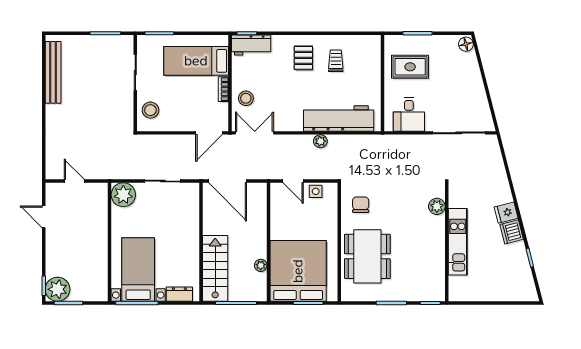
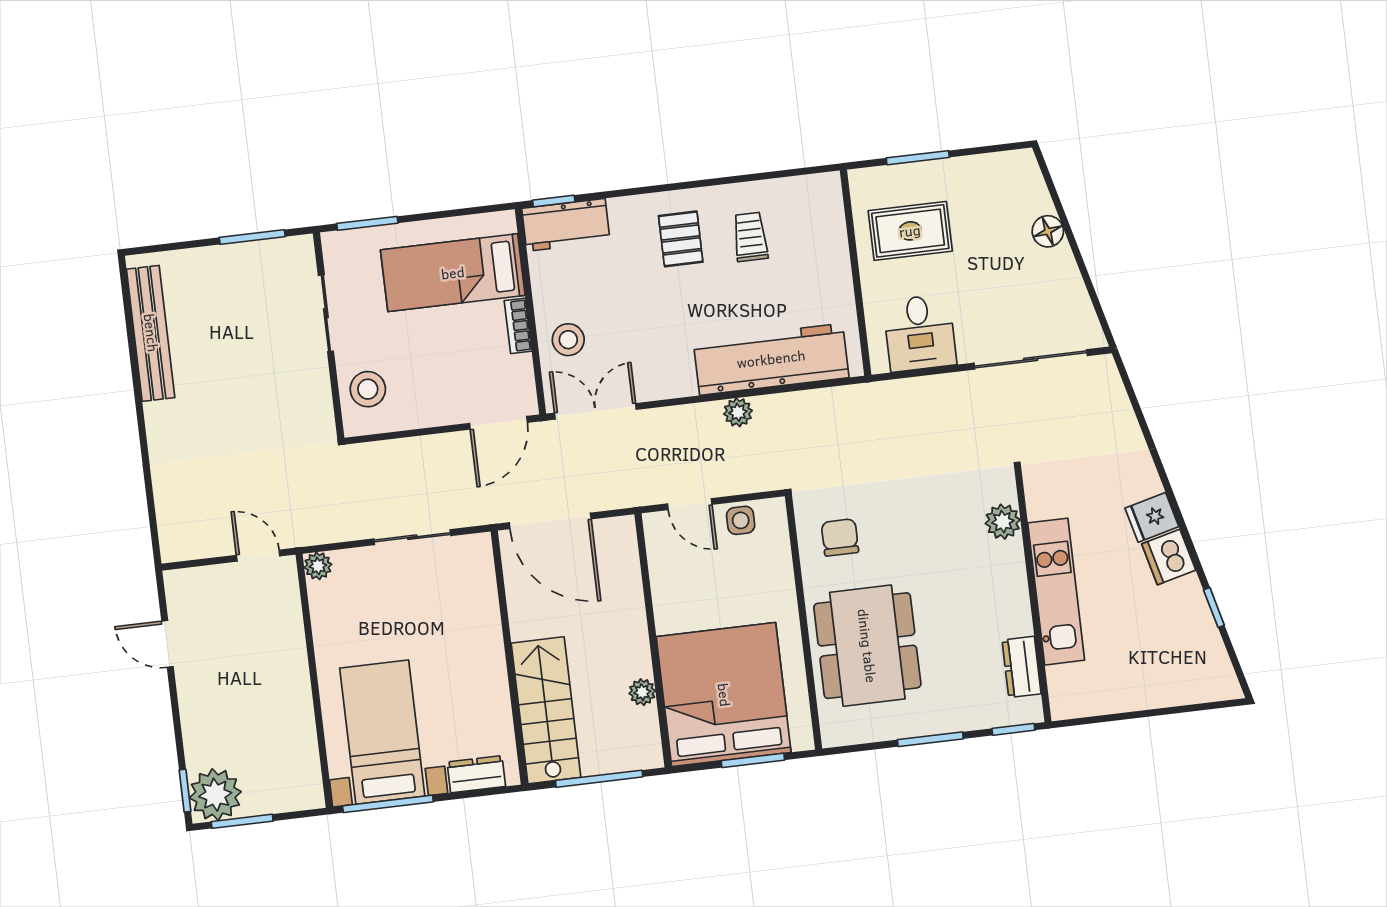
floor lamp: (466, 44) -> (1048, 231), moved
door: (74, 181) -> (258, 556), moved
plant: (123, 195) -> (318, 566), width x0.53, depth x0.53
dresser: (438, 275) -> (1022, 667), added

